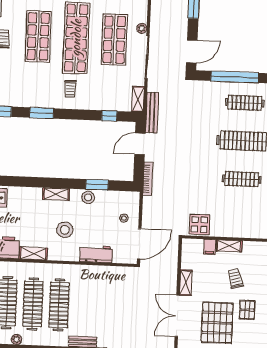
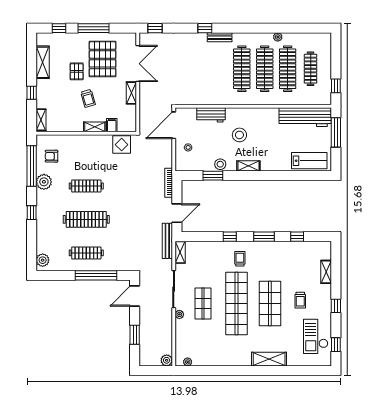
shop shelf: (114, 40) -> (203, 304), width x0.70, depth x0.74
window: (109, 116) -> (230, 237), moved
shelving: (33, 253) -> (266, 113), removed

